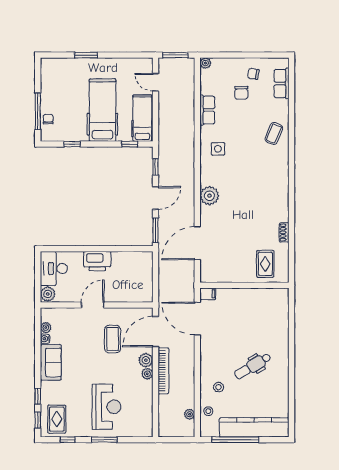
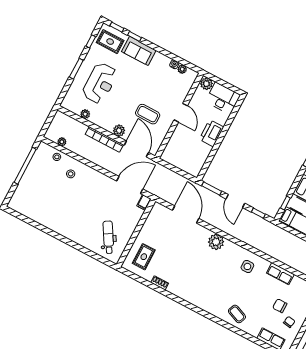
rug: (265, 264) -> (144, 257), turned 90
sofa: (51, 362) -> (139, 51), moved
dental chair: (253, 366) -> (108, 237), moved
plant: (147, 374) -> (85, 114), moved
reception desk: (107, 407) -> (100, 83), turned -90
kitchen counter: (254, 427) -> (27, 185), removed

